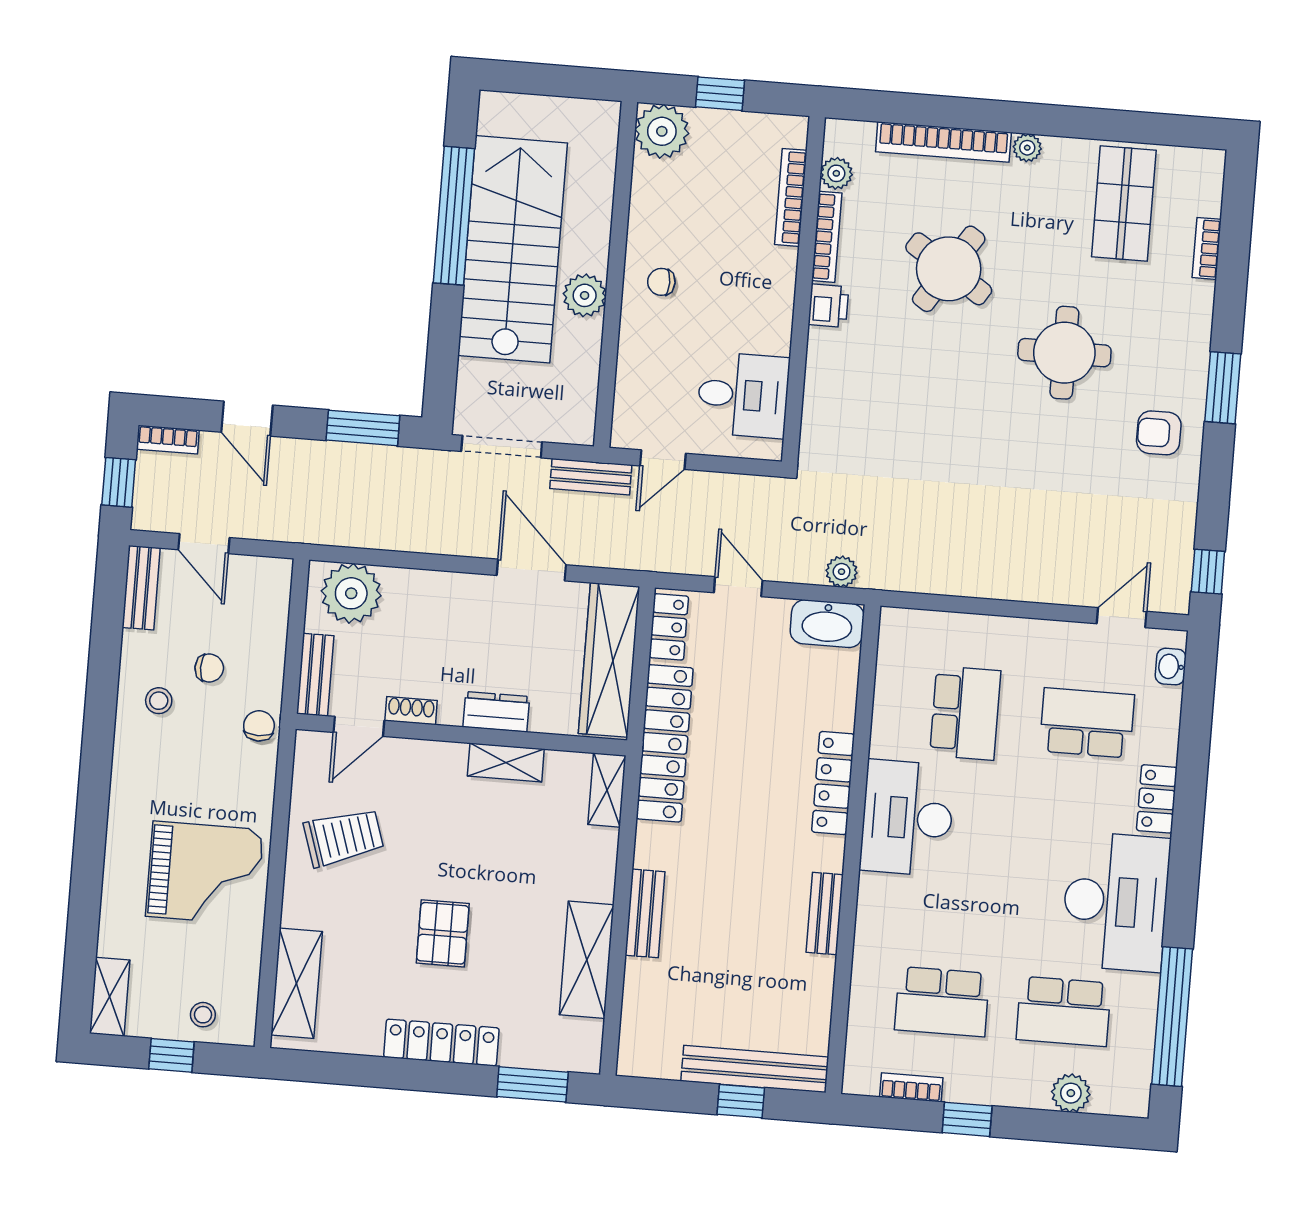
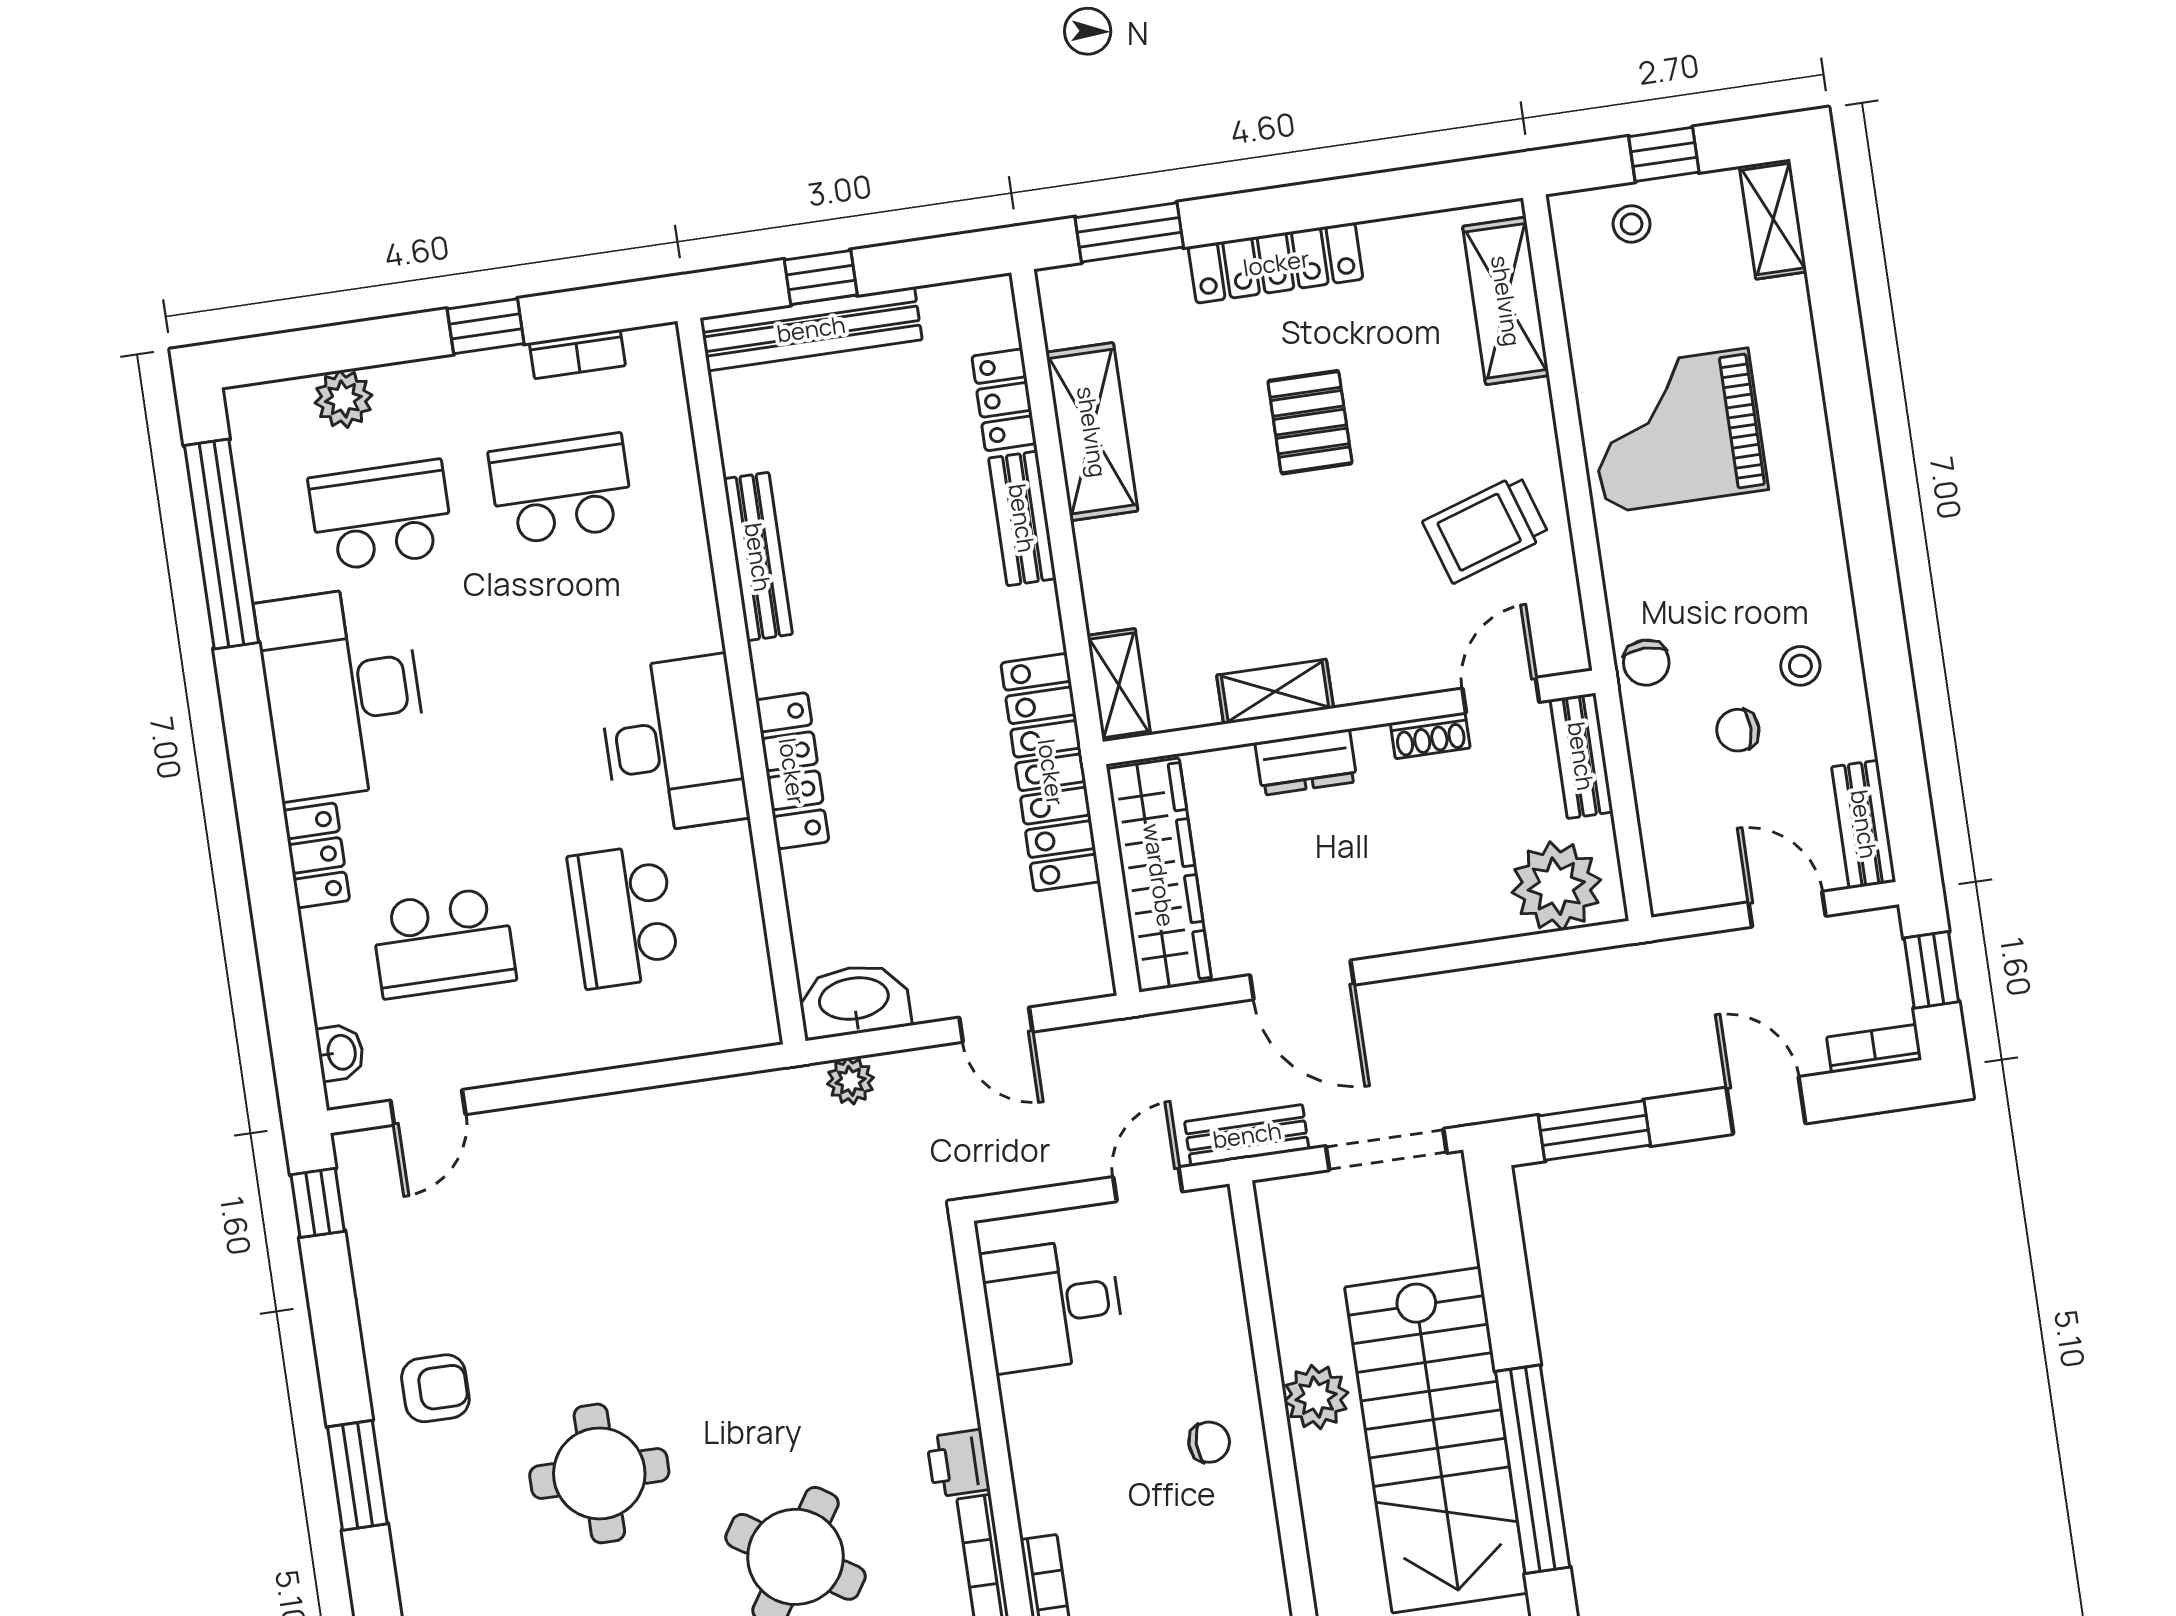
locker: (669, 627) -> (1004, 400), moved
bench: (825, 913) -> (758, 557), width x1.36

